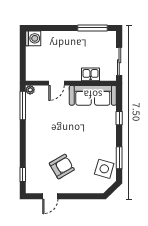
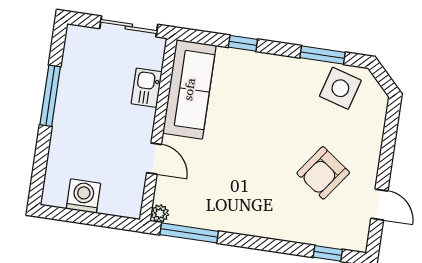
window: (93, 28) -> (50, 96), moved
washing machine: (33, 38) -> (83, 196), moved
armchair: (62, 167) -> (323, 173), turned -114

